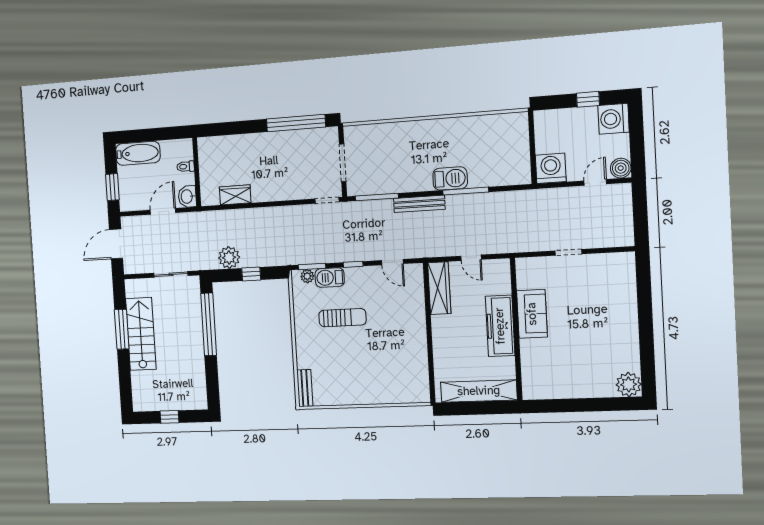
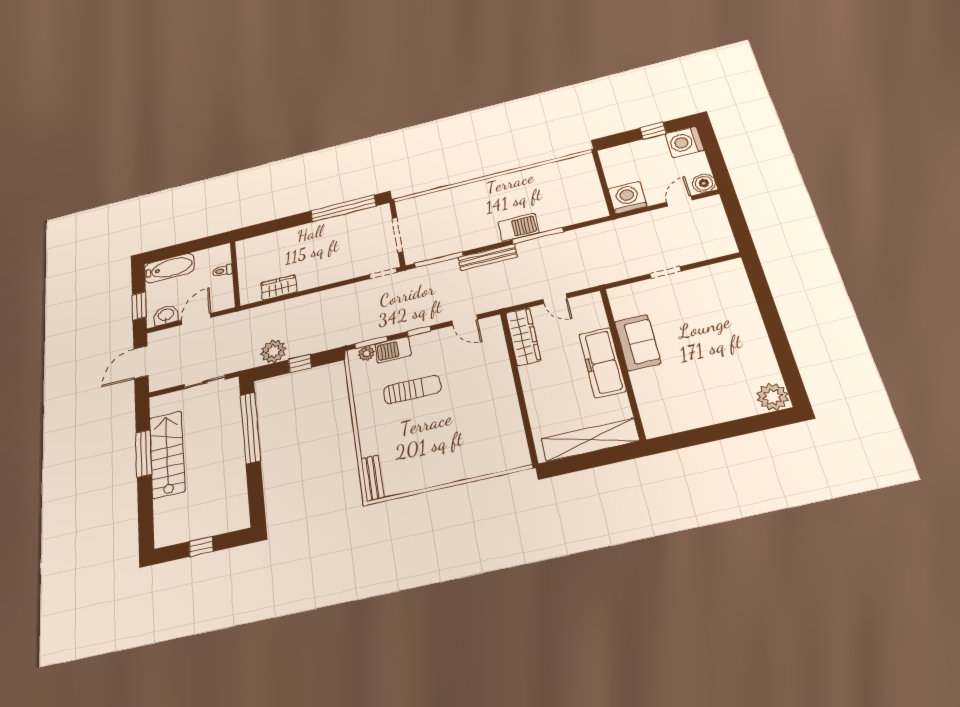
washbasin: (187, 197) -> (166, 315), moved, turned 90

